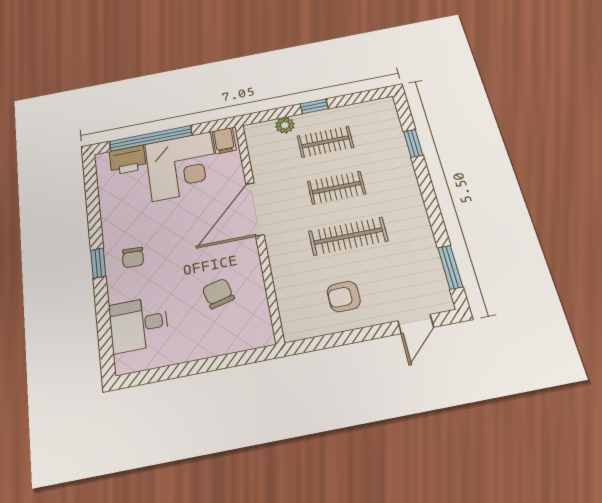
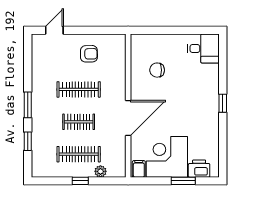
window: (151, 138) -> (183, 181), width x0.47
clothes rail: (325, 142) -> (79, 154), width x1.36
chair: (133, 257) -> (202, 102), removed
window: (450, 267) -> (28, 105), moved
chair: (218, 293) -> (157, 70), turned 104
desk: (139, 324) -> (203, 49), moved

